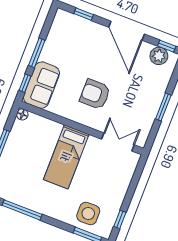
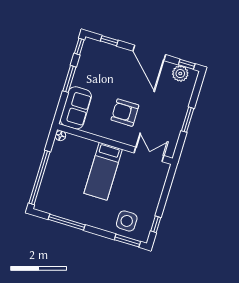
window: (25, 83) -> (79, 47), moved

